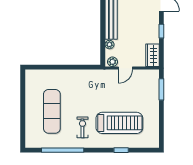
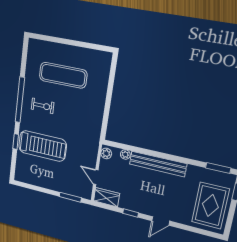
door: (125, 68) -> (96, 177), moved
treadmill: (119, 123) -> (42, 146), turned -90
window: (63, 150) -> (20, 100), moved

